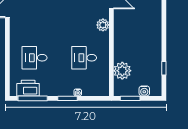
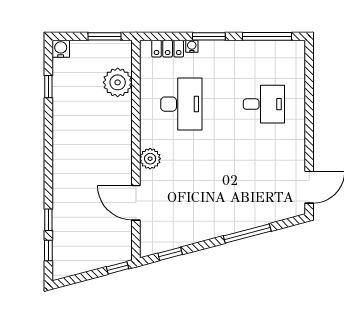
desk: (84, 58) -> (181, 104), width x1.37
printer: (28, 88) -> (275, 54), removed
locker: (92, 91) -> (168, 49), added
water cooler: (144, 91) -> (61, 49), moved

